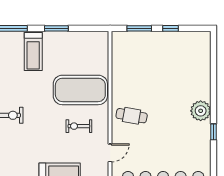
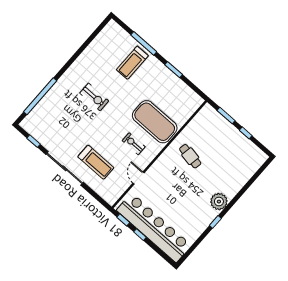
treadmill: (33, 51) -> (132, 63), moved
cafe table: (132, 116) -> (190, 156), moved
door: (110, 153) -> (139, 178), swing flipped

